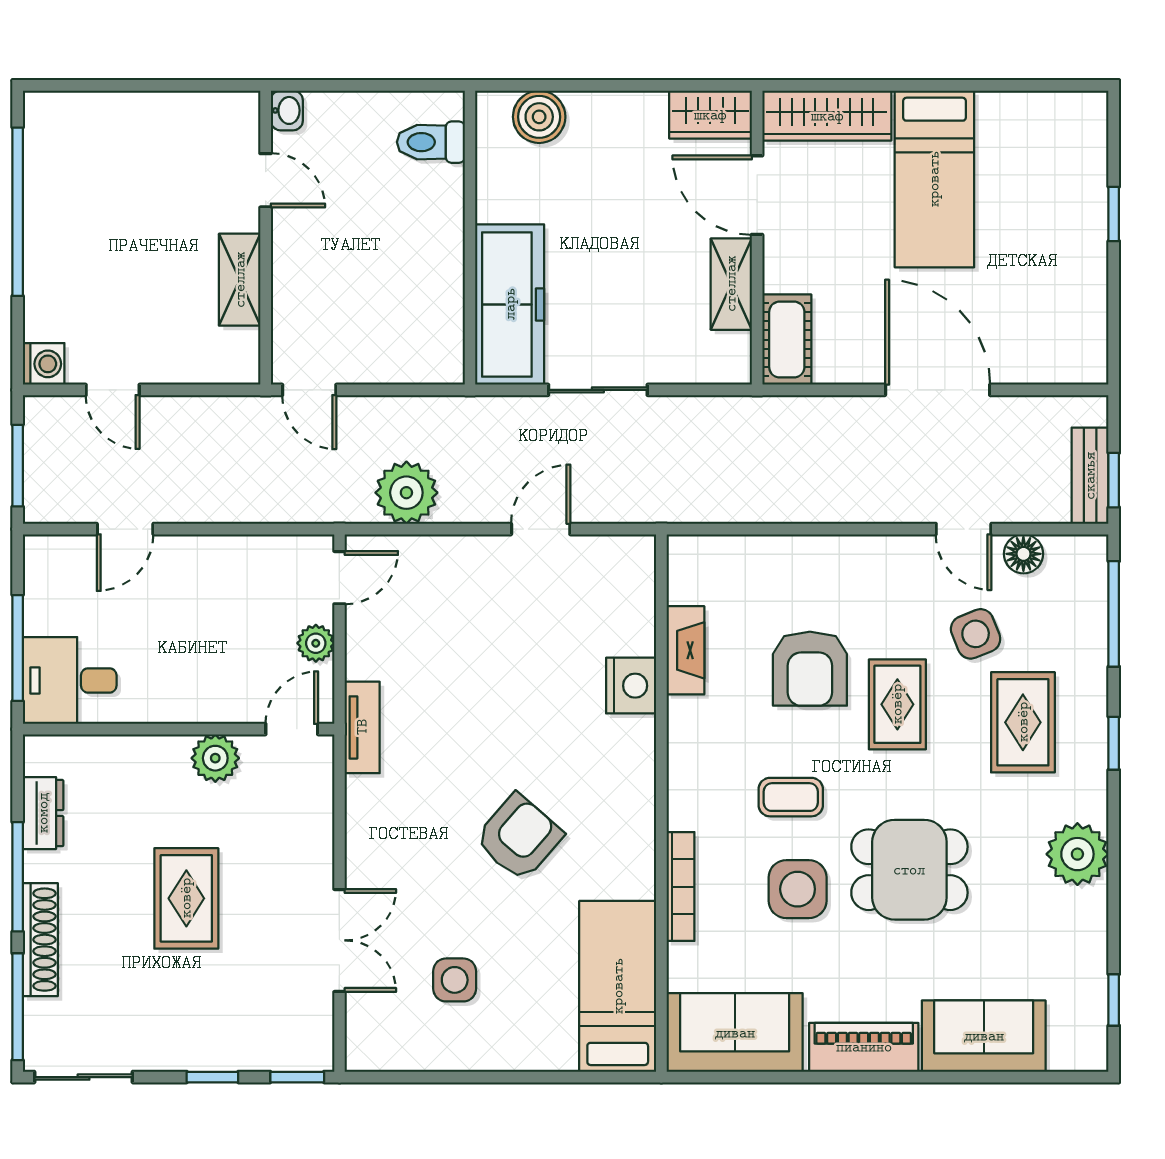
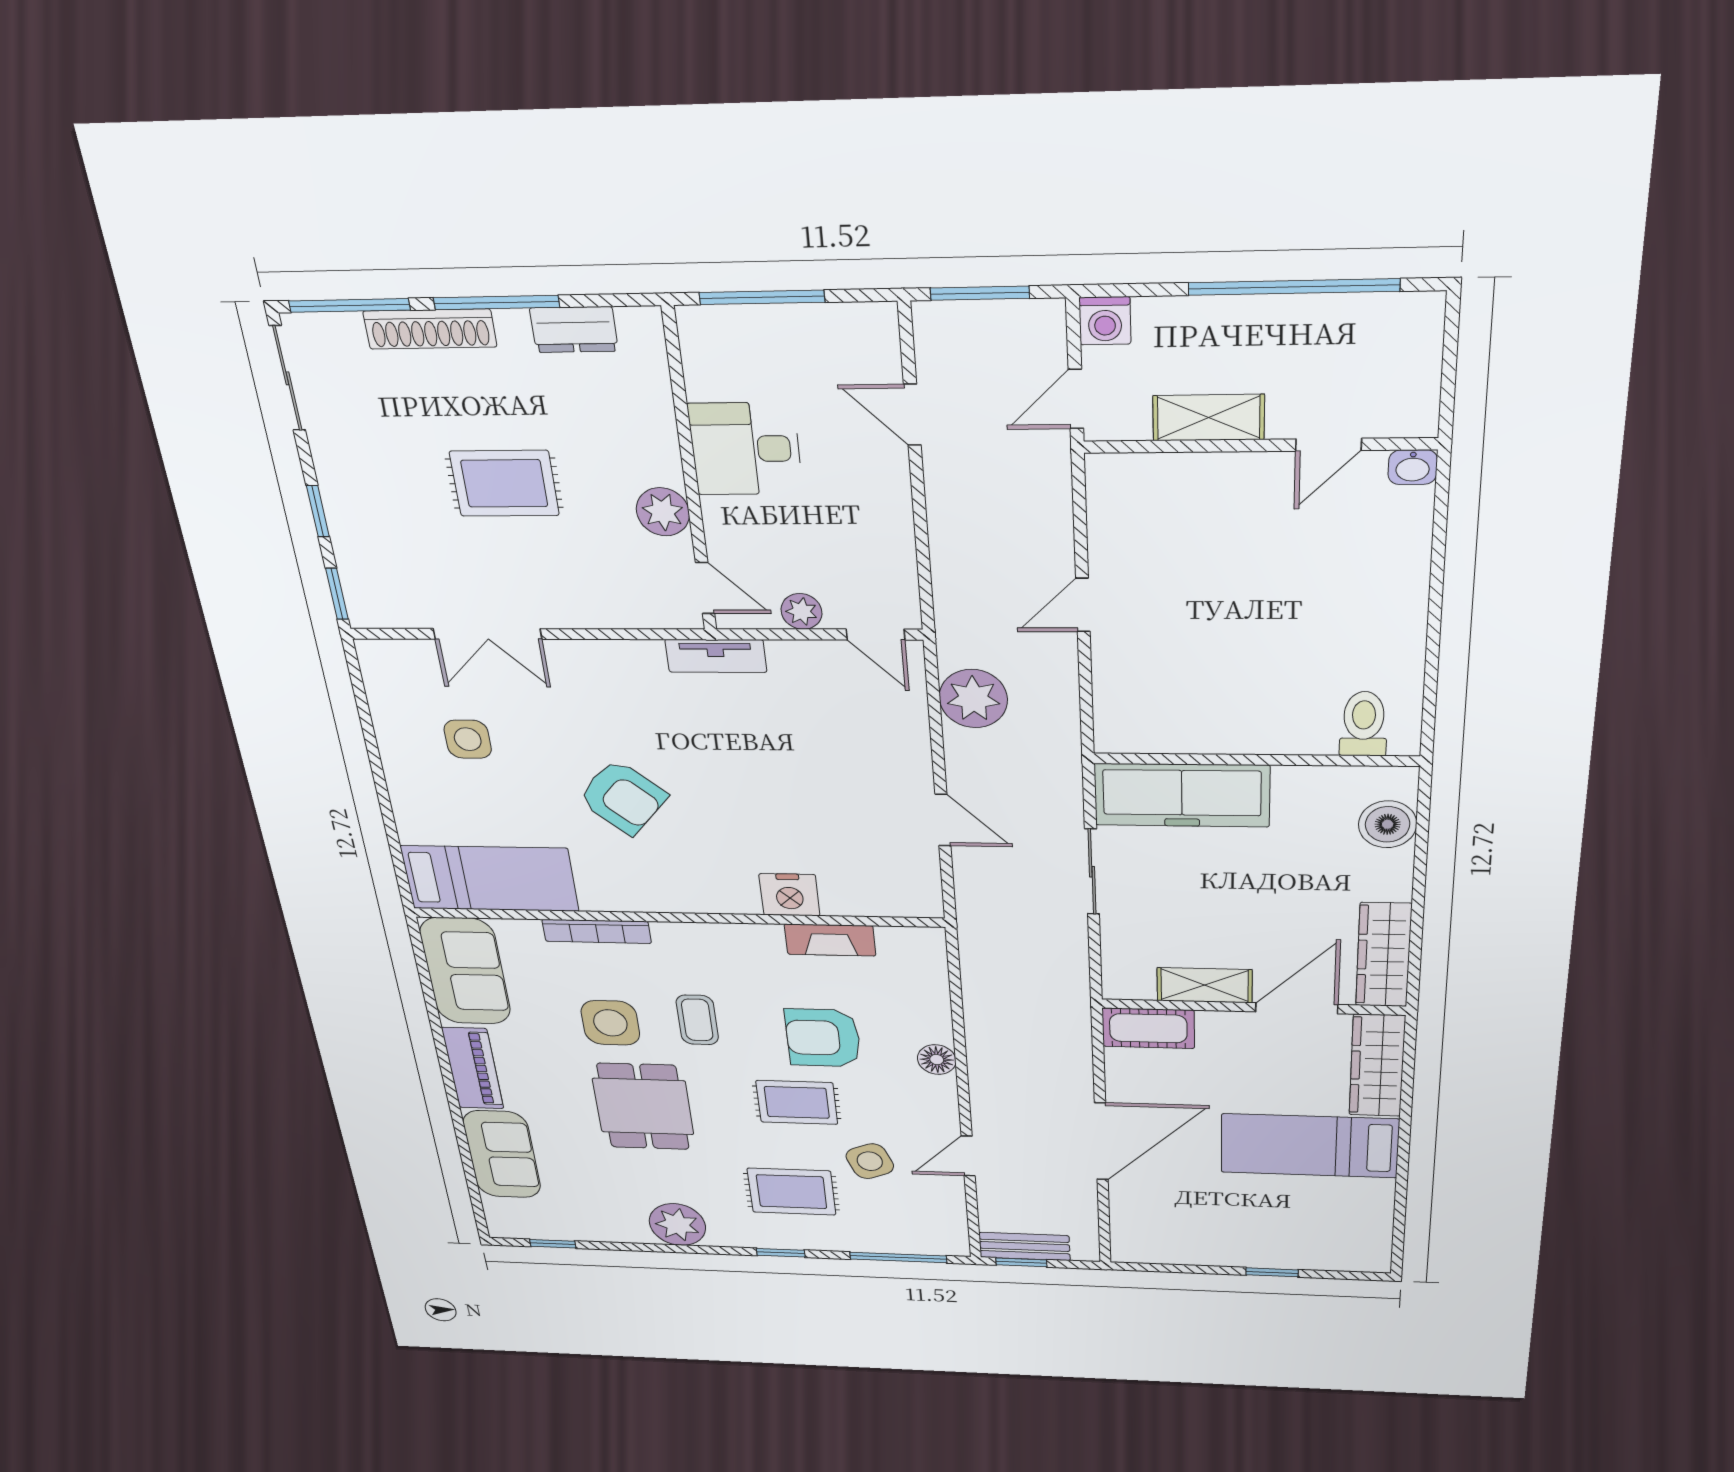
washbasin: (287, 110) -> (1413, 467), moved
wardrobe: (710, 115) -> (1384, 955), width x1.50
door: (266, 180) -> (1328, 445), moved
wall: (266, 238) -> (1259, 445), moved
shelving: (240, 280) -> (1209, 418), moved
floor lamp: (1023, 554) -> (937, 1060), moved
desk: (70, 680) -> (745, 449), moved, turned -90

